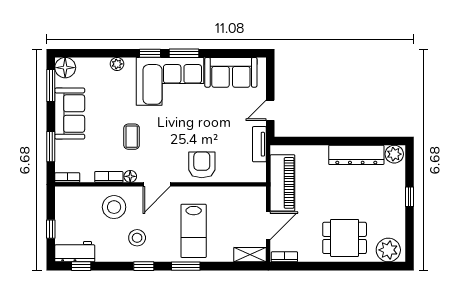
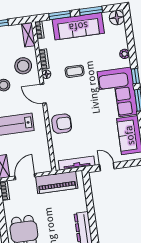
window: (51, 85) -> (91, 11), moved
sofa: (70, 114) -> (78, 26), width x1.36
tv unit: (259, 144) -> (77, 163), width x1.41
shelving: (72, 194) -> (28, 35), added
door: (268, 226) -> (25, 177), swing flipped

